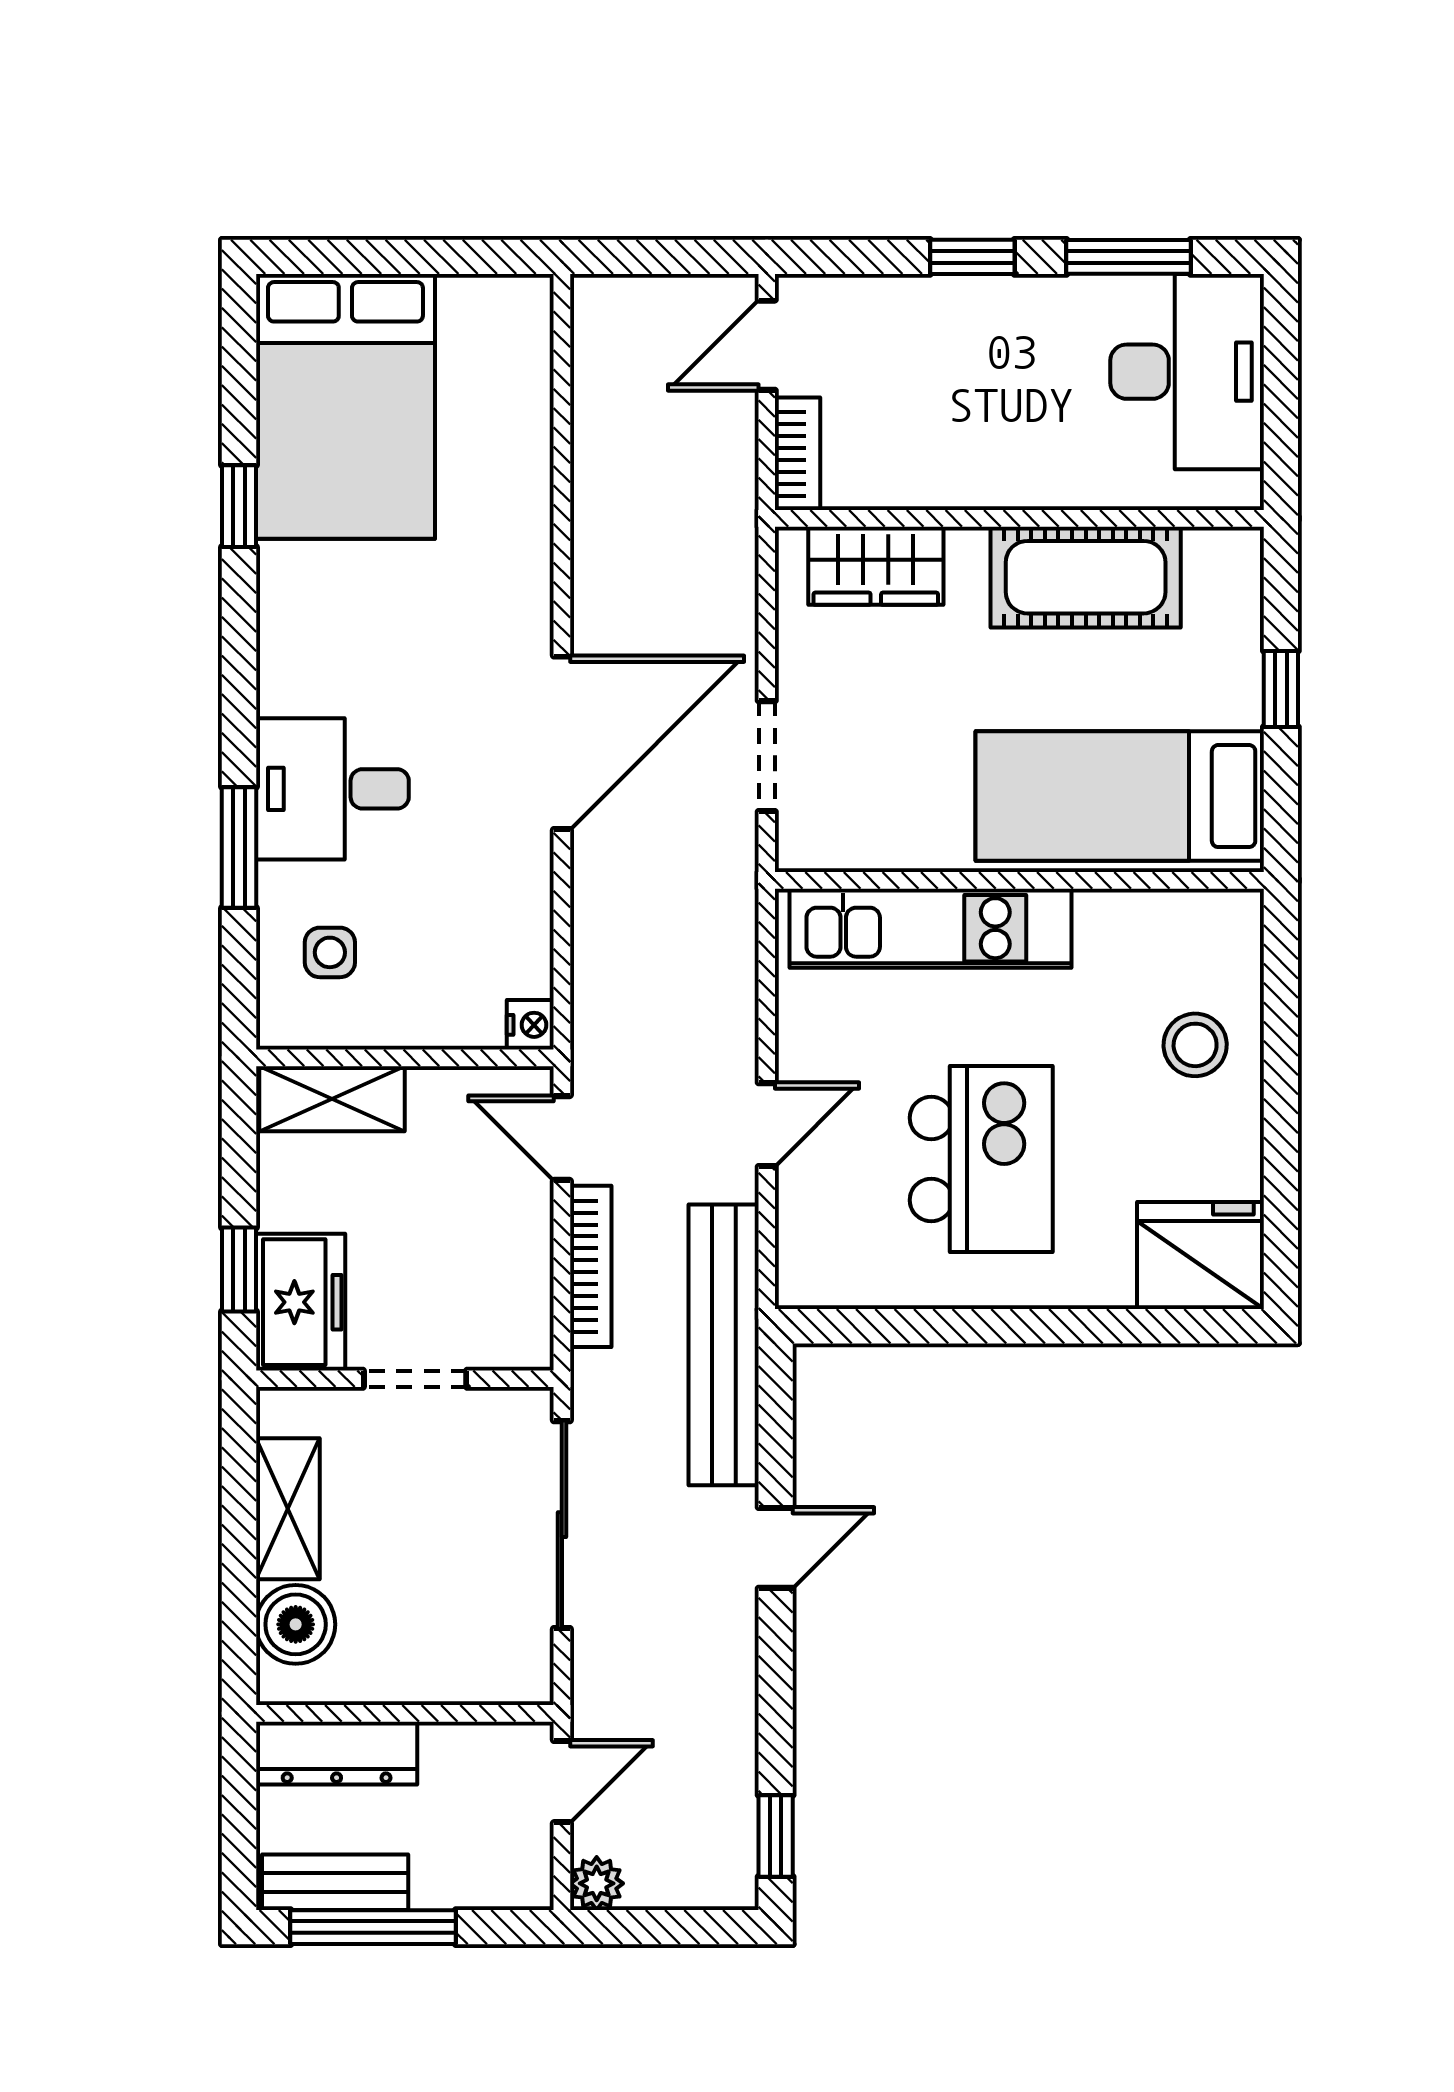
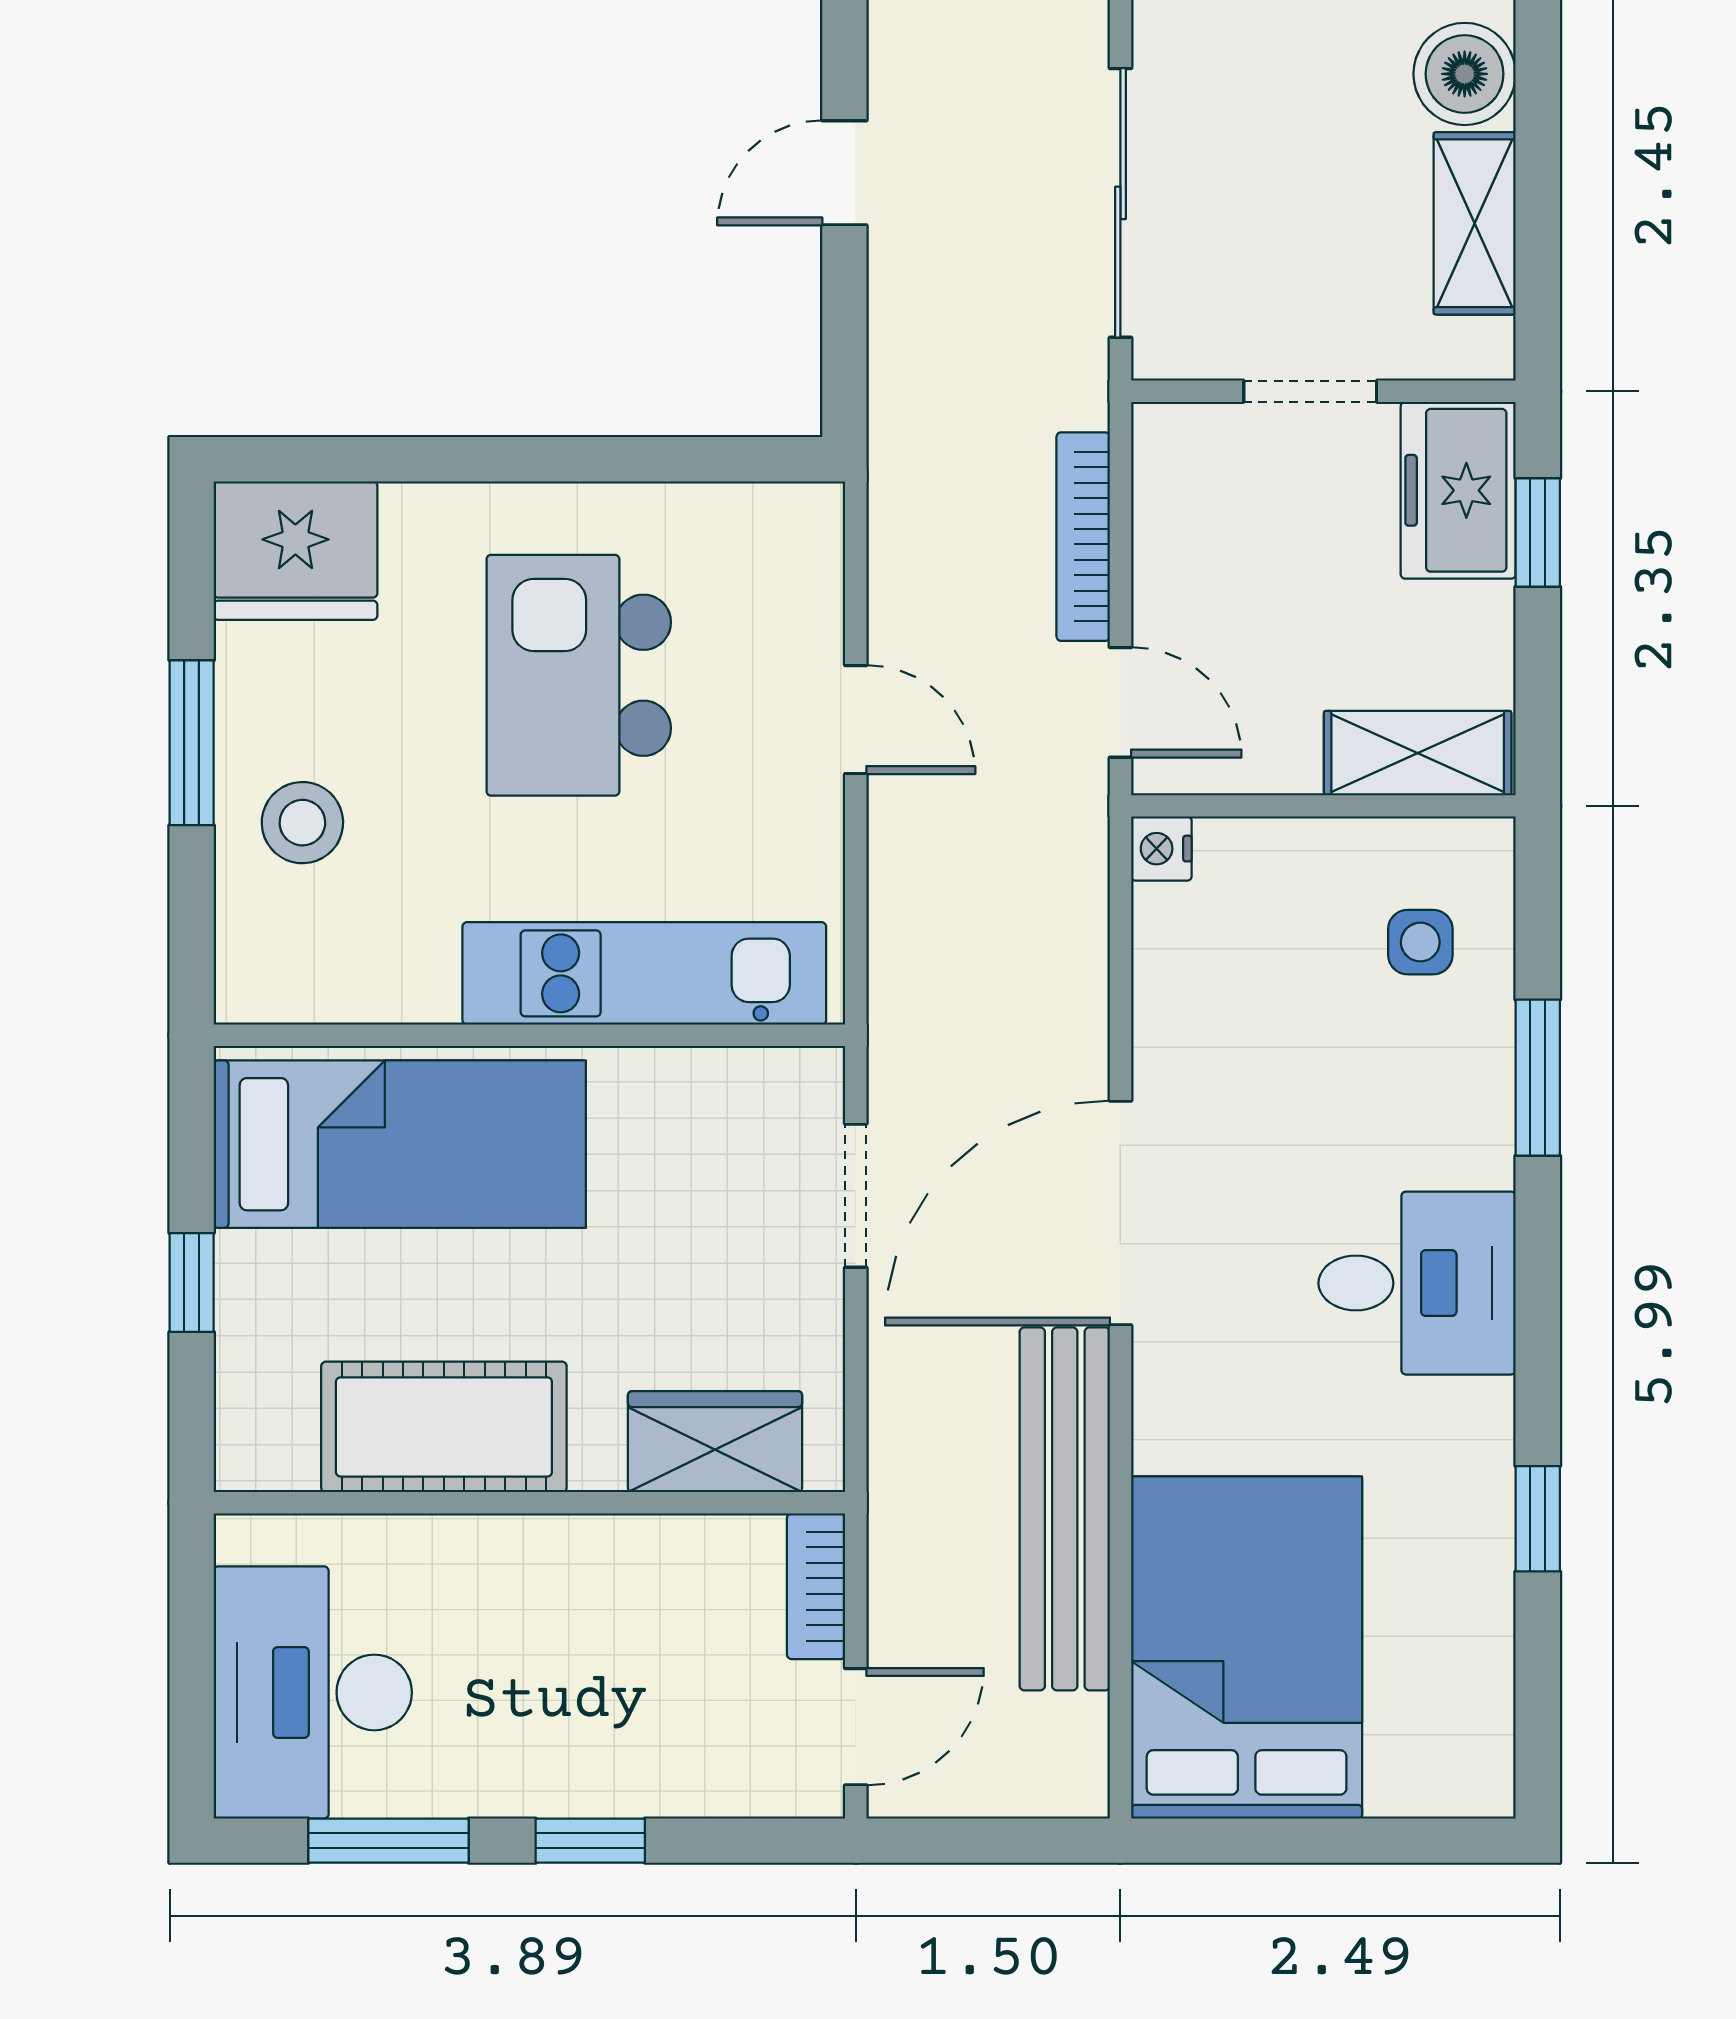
bed: (345, 406) -> (1247, 1647), moved
desk: (332, 789) -> (1417, 1283), moved
window: (1281, 1107) -> (192, 743), added
door: (767, 1125) -> (856, 720), swing flipped
bench: (724, 1345) -> (1065, 1509), moved

